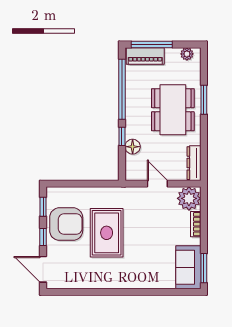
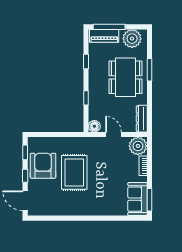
plant: (187, 54) -> (132, 39), width x1.88, depth x1.88
window: (122, 89) -> (86, 61), width x0.32
floor lamp: (133, 147) -> (94, 126), moved
armchair: (66, 224) -> (43, 166), turned -90

